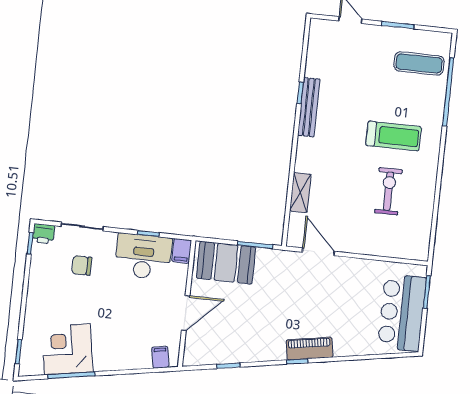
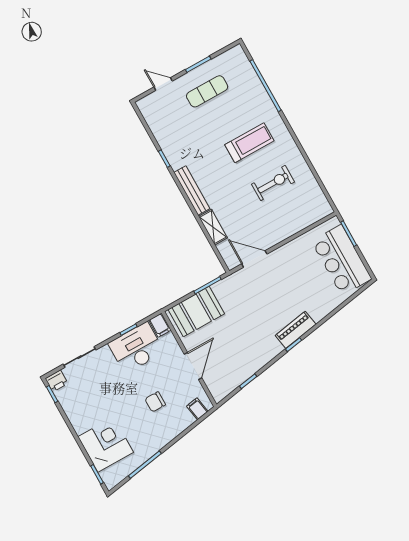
exercise mat: (419, 63) -> (207, 91), moved
bench: (309, 107) -> (192, 190), moved
exercise bike: (388, 191) -> (273, 183), turned 90
chair: (82, 265) -> (155, 402), moved
corner desk: (67, 349) -> (106, 444), moved, turned 100

